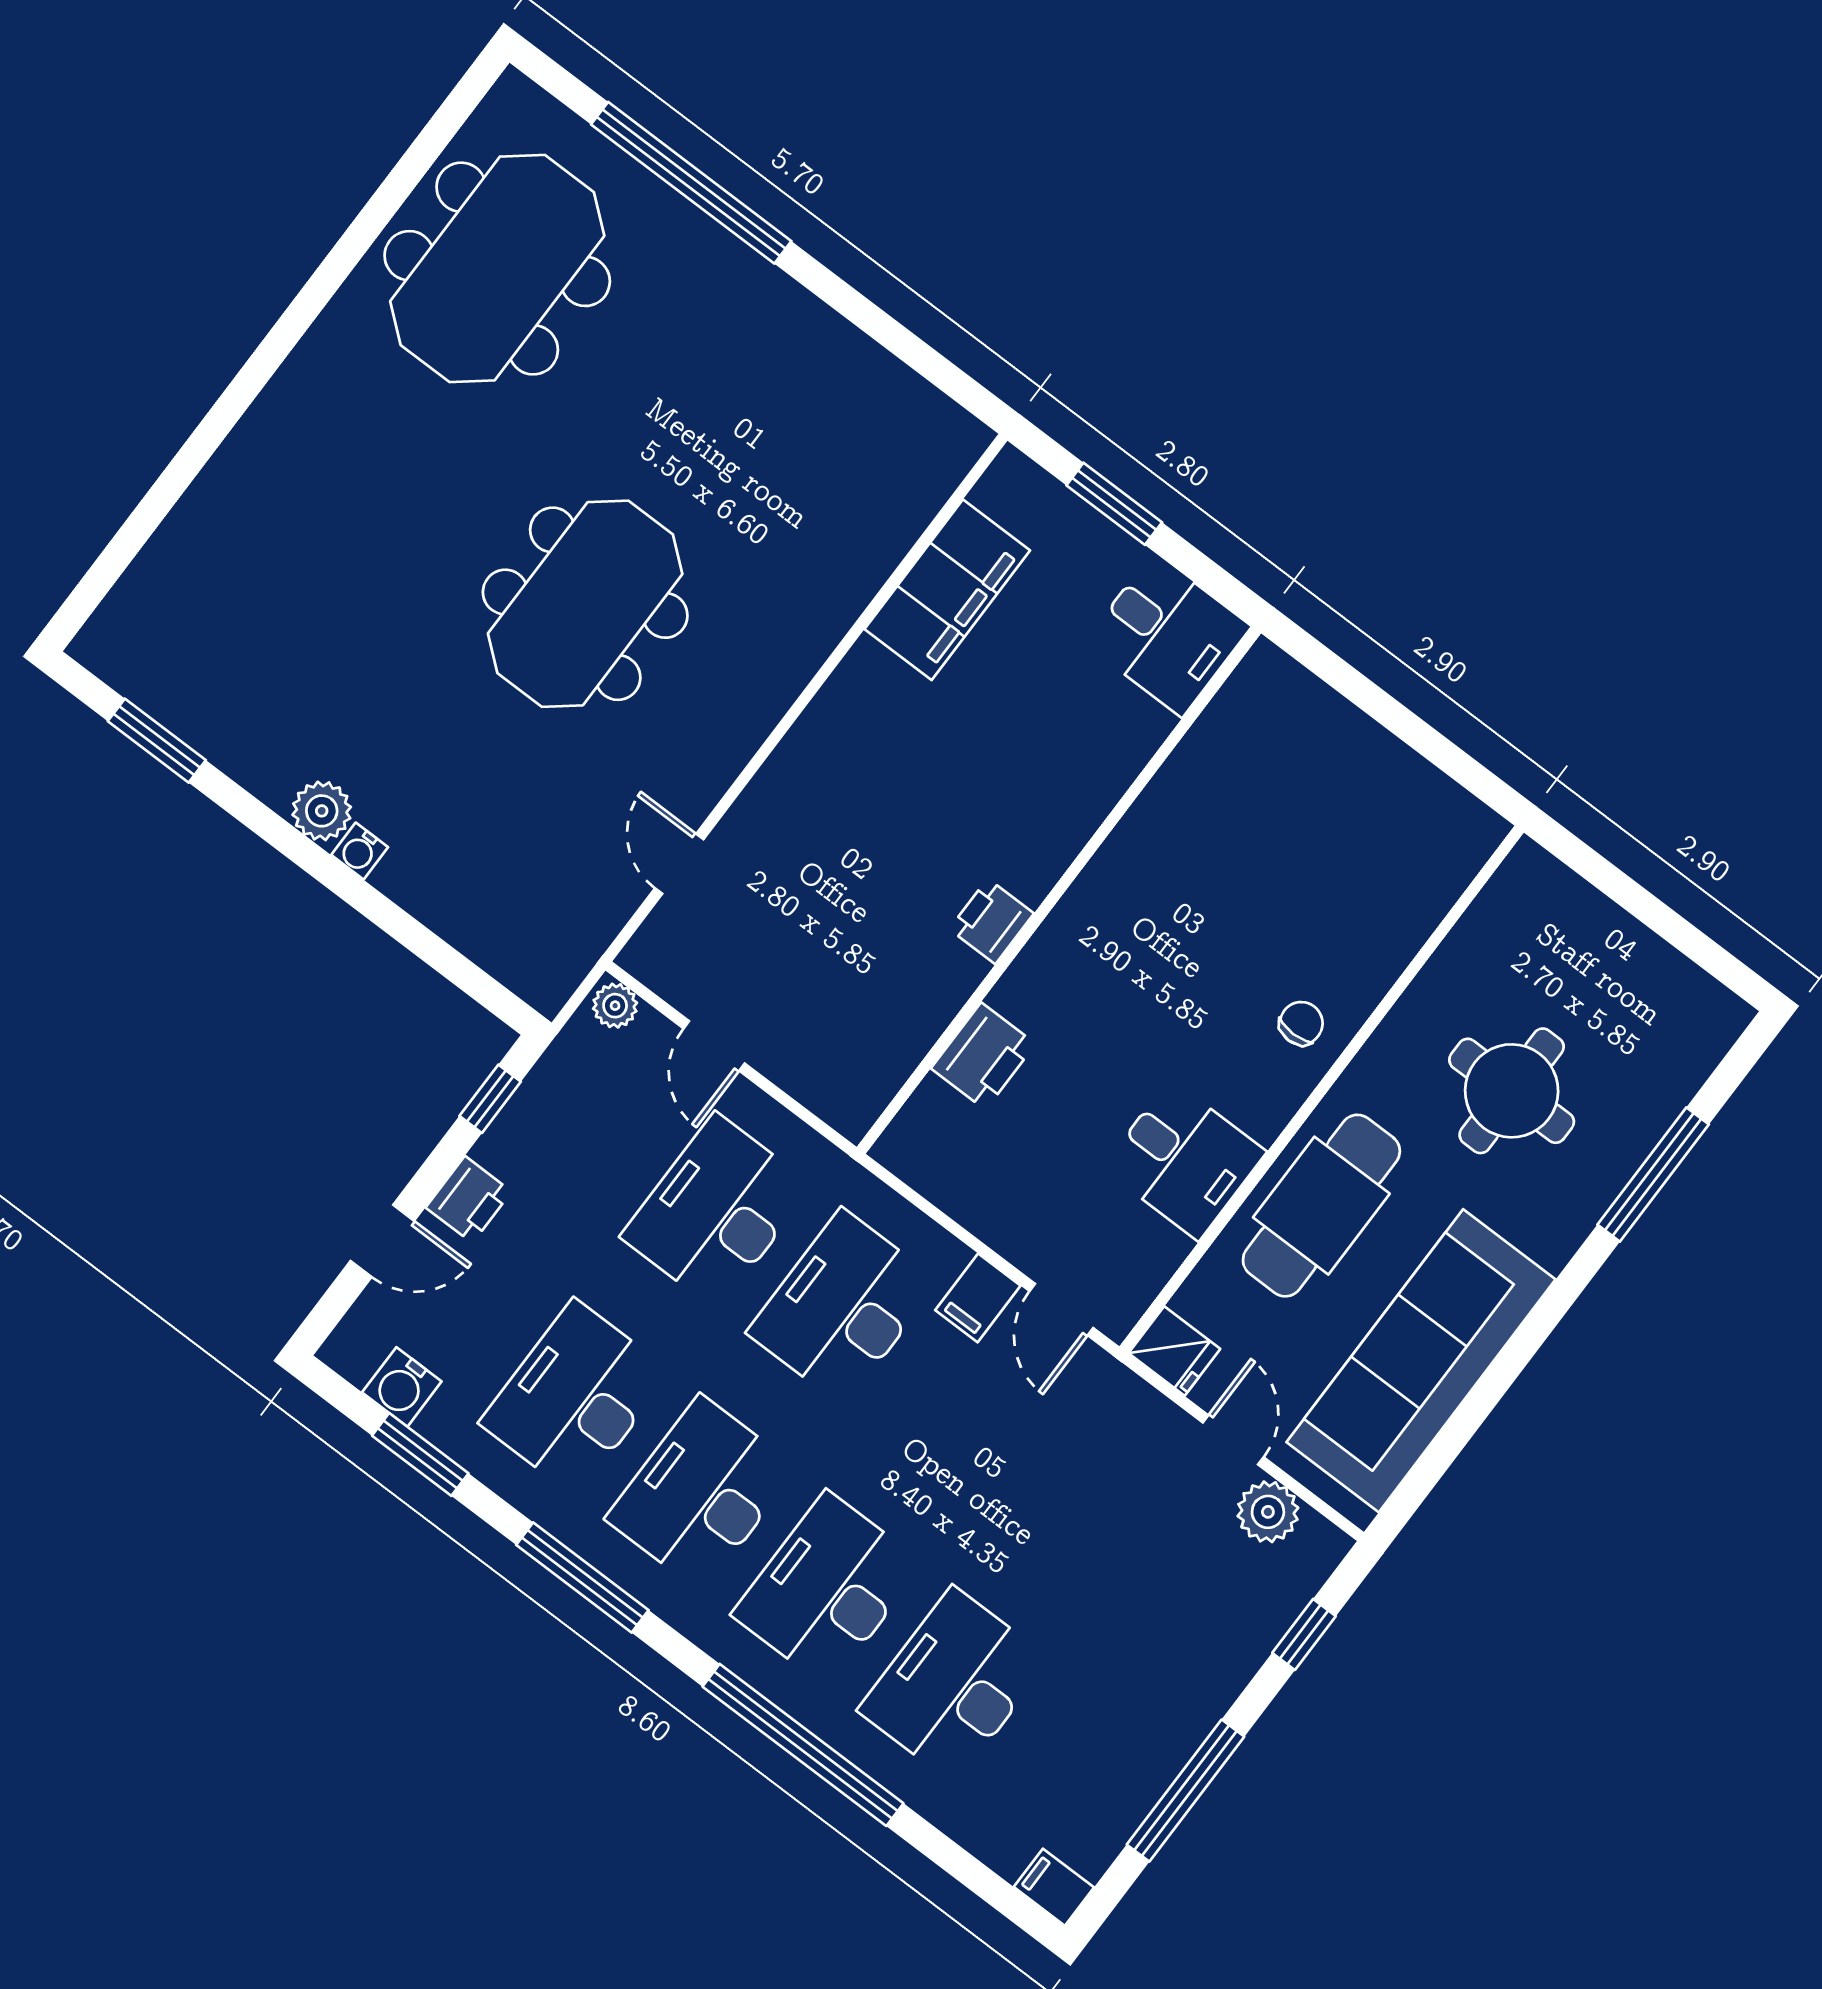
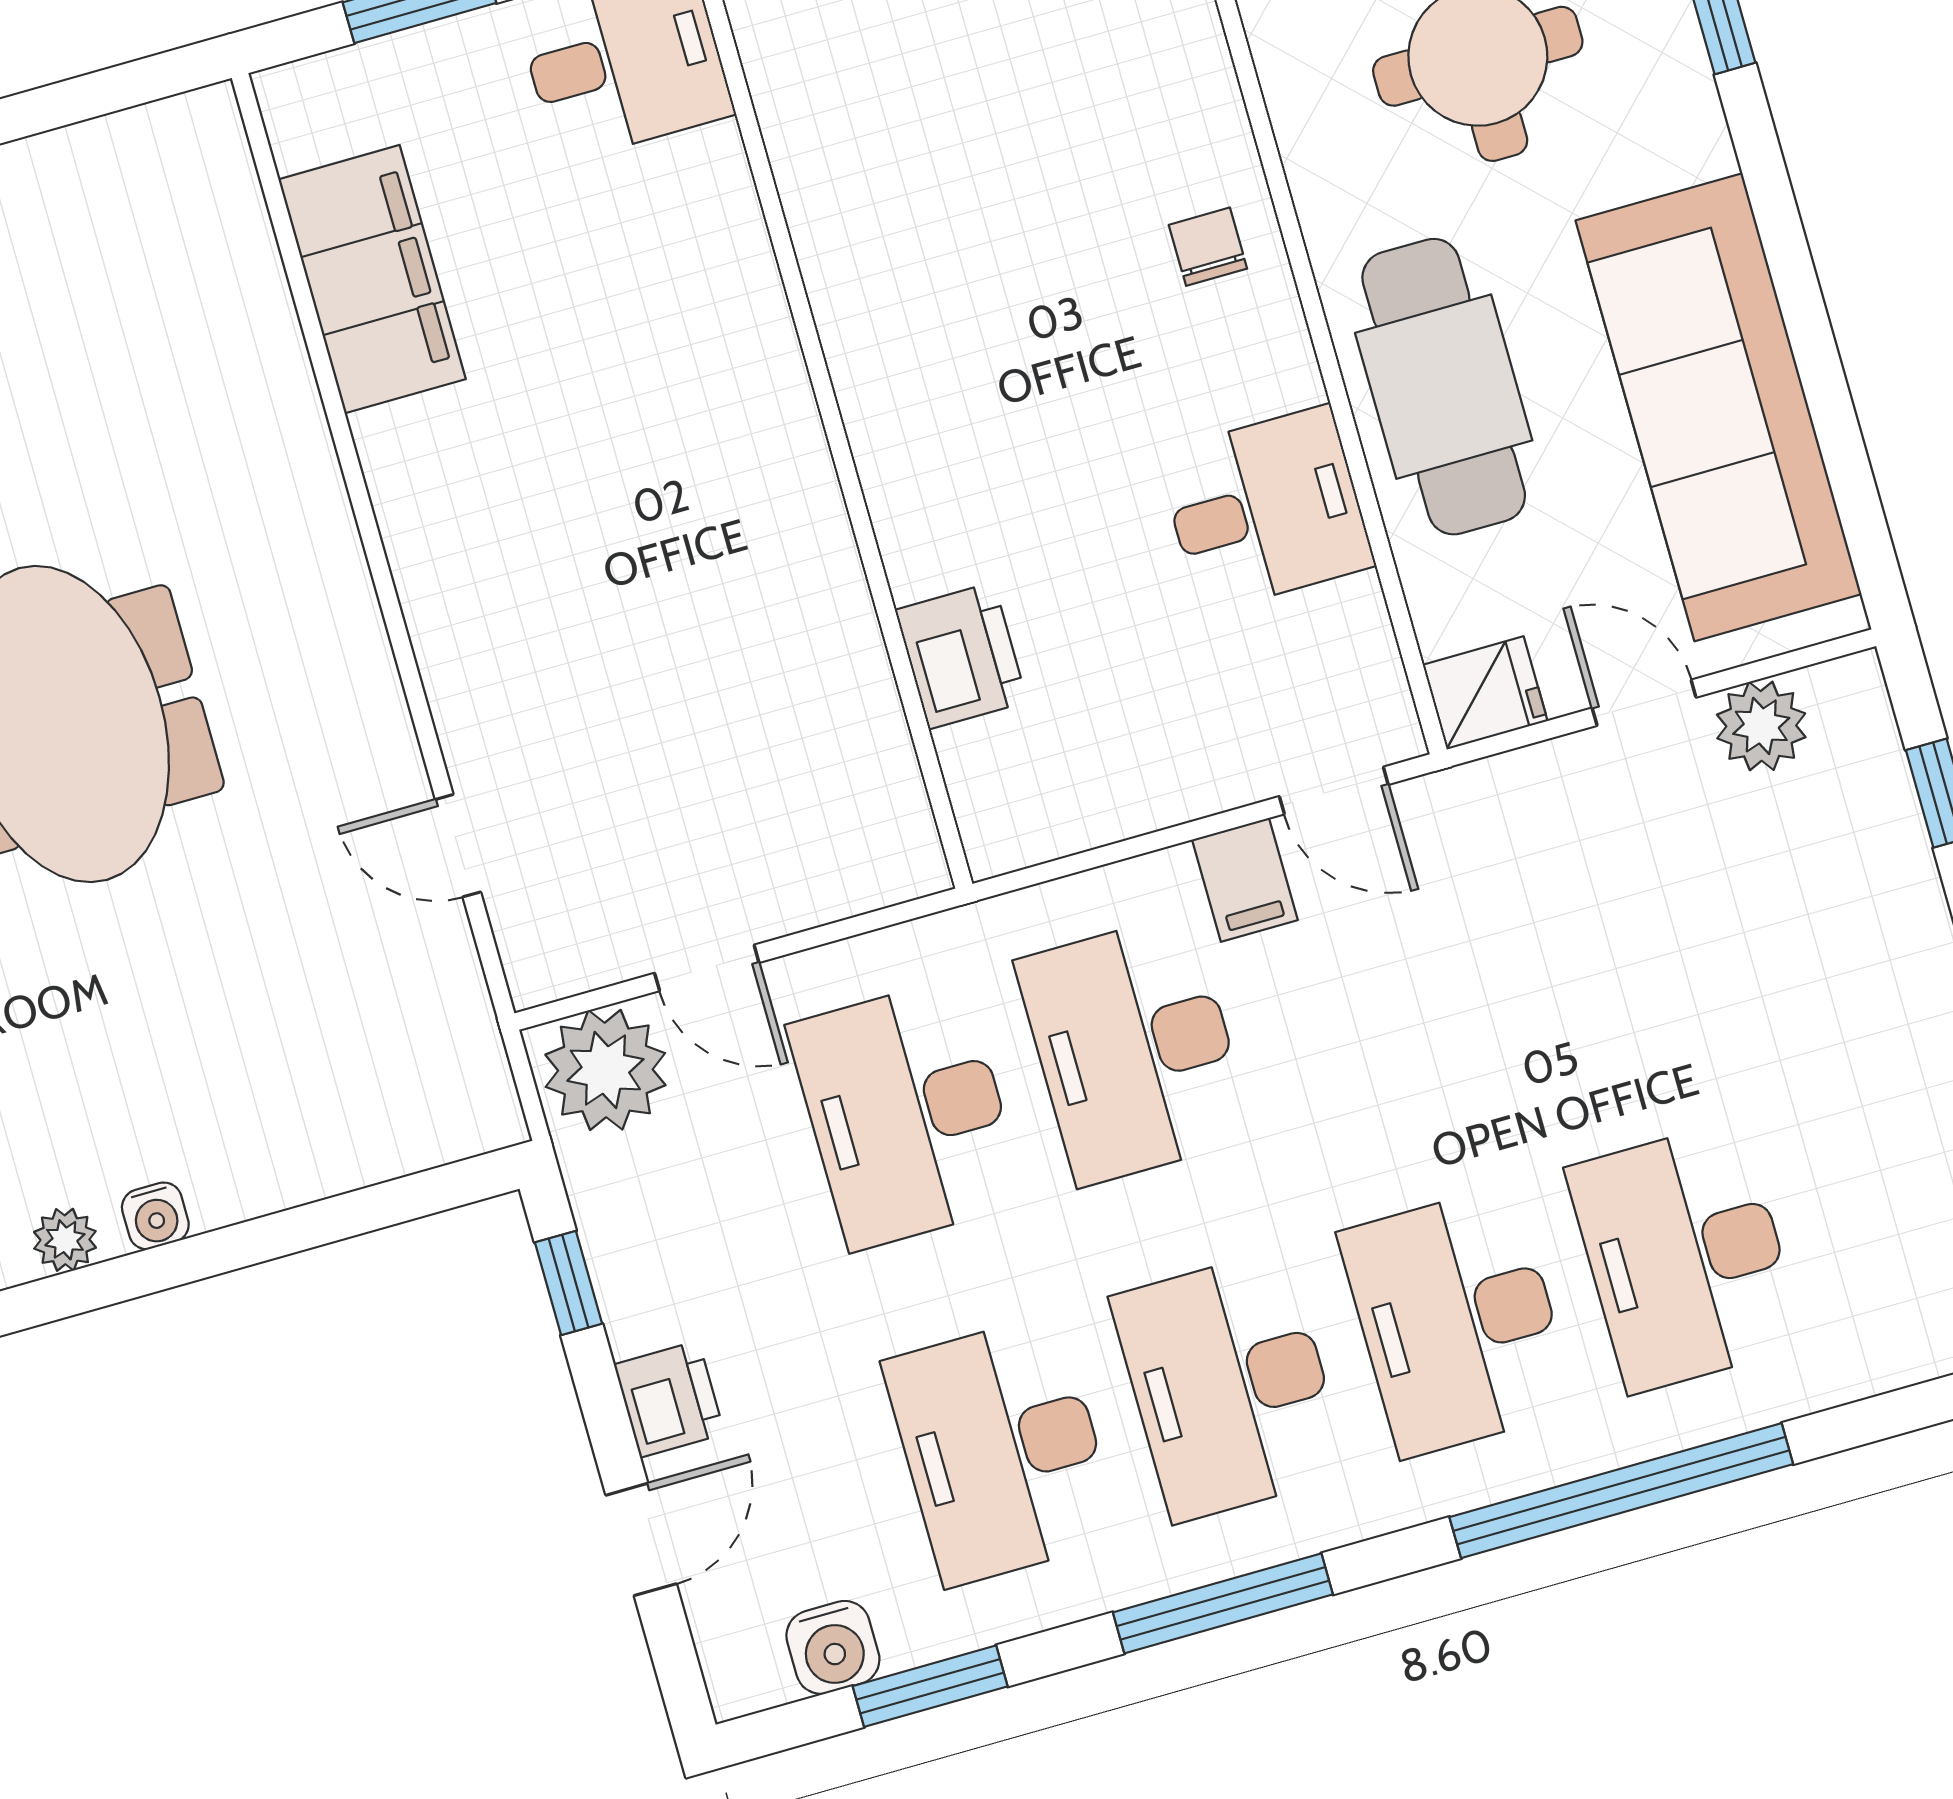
plant: (322, 811) -> (65, 1240), width x0.73, depth x0.73
printer: (992, 921) -> (808, 525), removed
plant: (615, 1006) -> (605, 1070), width x1.88, depth x1.88

